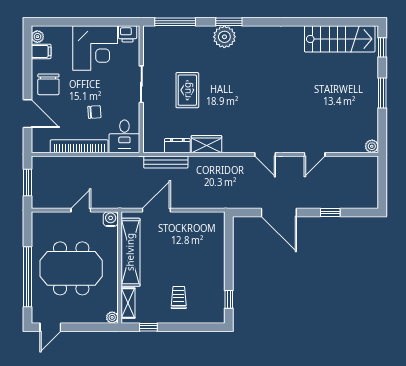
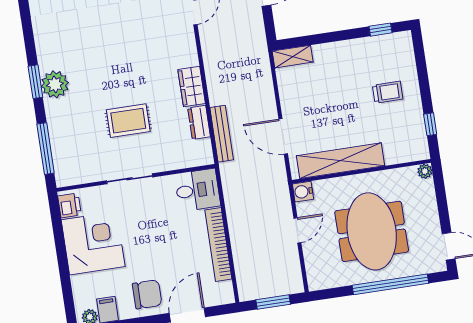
chair: (94, 112) -> (173, 232), removed
door: (81, 210) -> (297, 230), swing flipped
trolley: (179, 298) -> (388, 92), turned 180
shelving: (128, 303) -> (293, 57), moved

